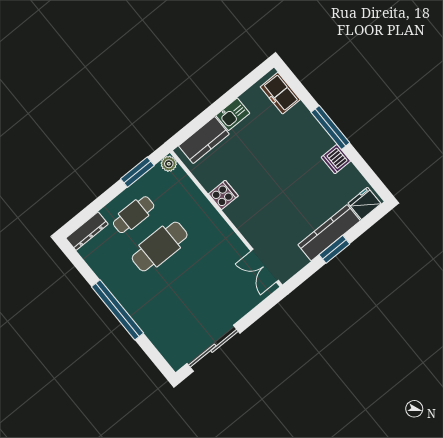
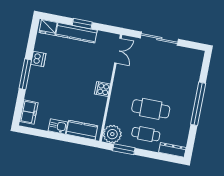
plant: (169, 164) -> (112, 134), width x1.87, depth x1.87
cooker: (223, 195) -> (102, 89), moved
sliding door: (213, 348) -> (159, 39), moved

